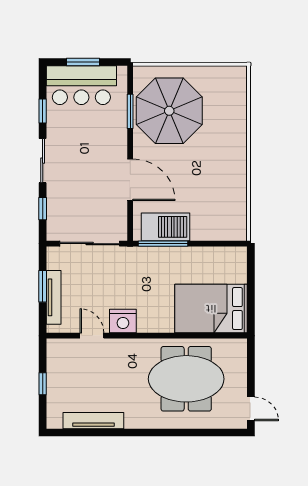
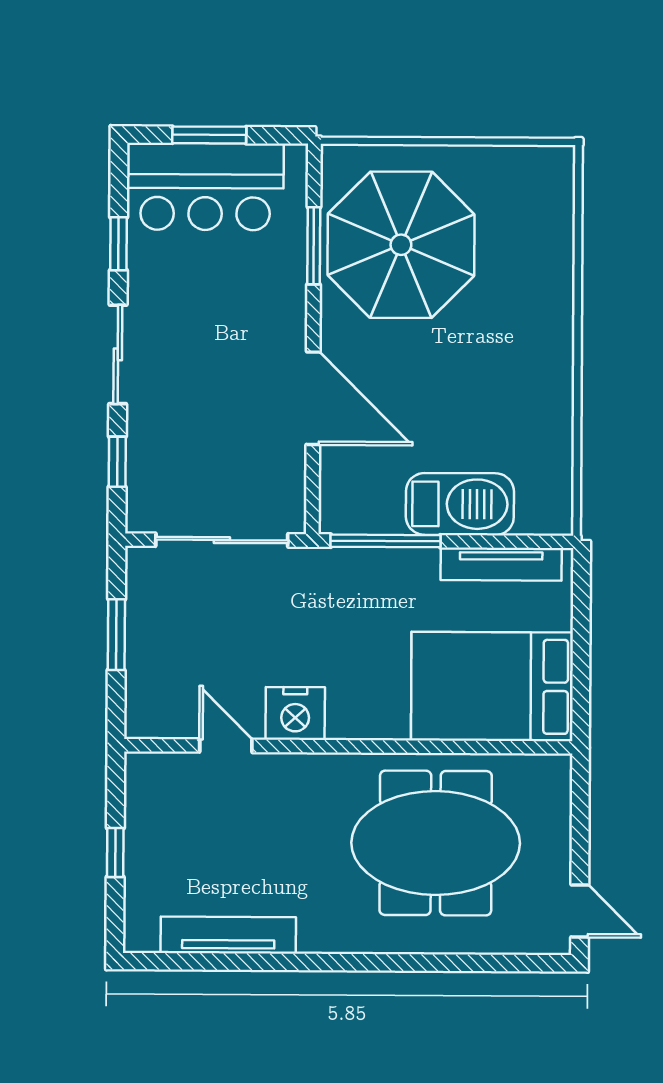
barbecue: (165, 227) -> (460, 504), moved
tv unit: (54, 297) -> (501, 564), moved, turned 90

